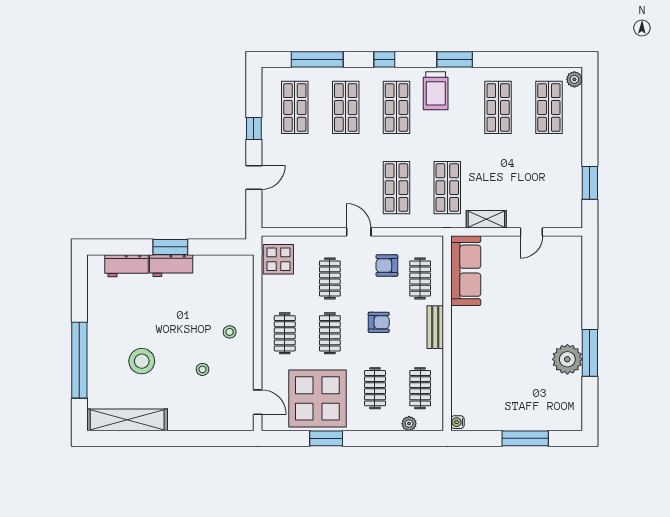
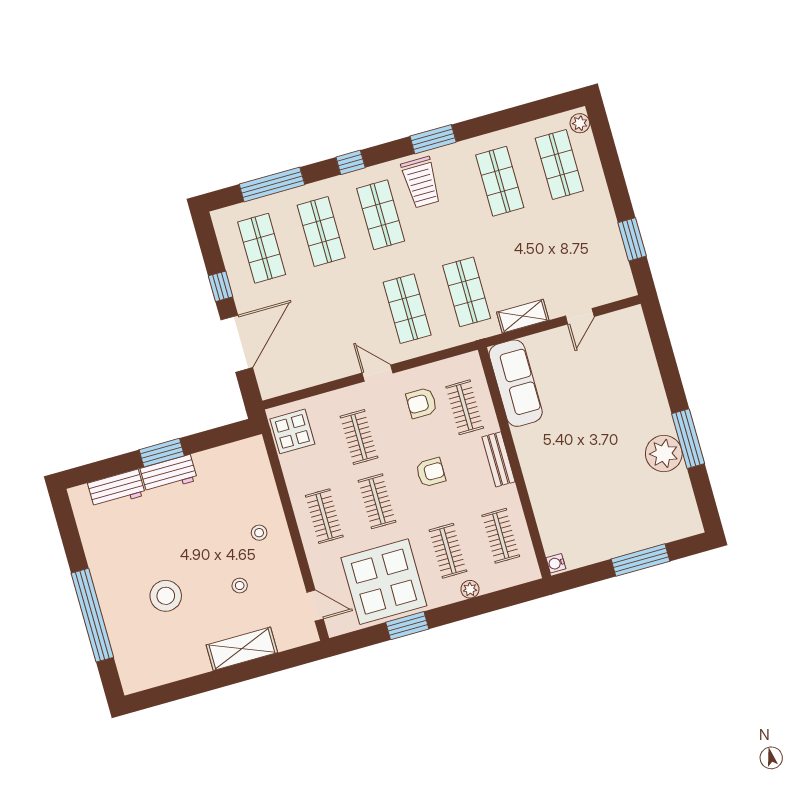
door: (254, 177) -> (237, 344), width x1.88
shelving: (127, 420) -> (242, 649), moved, width x0.68
plant: (409, 424) -> (470, 589), moved

